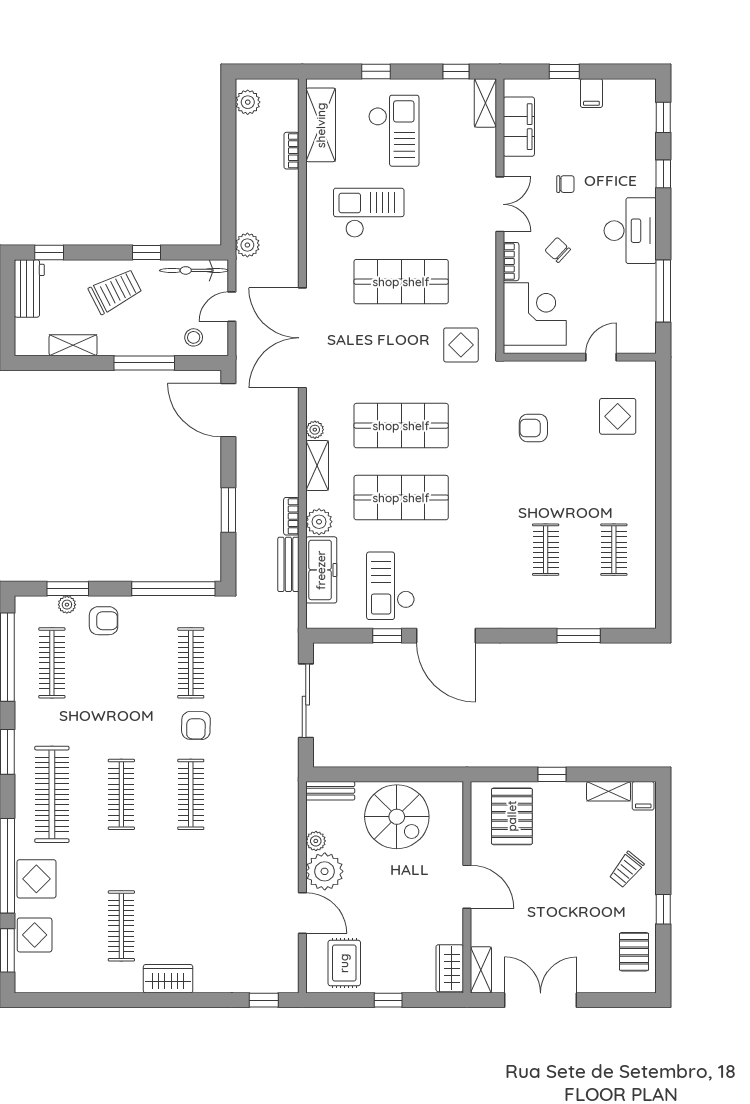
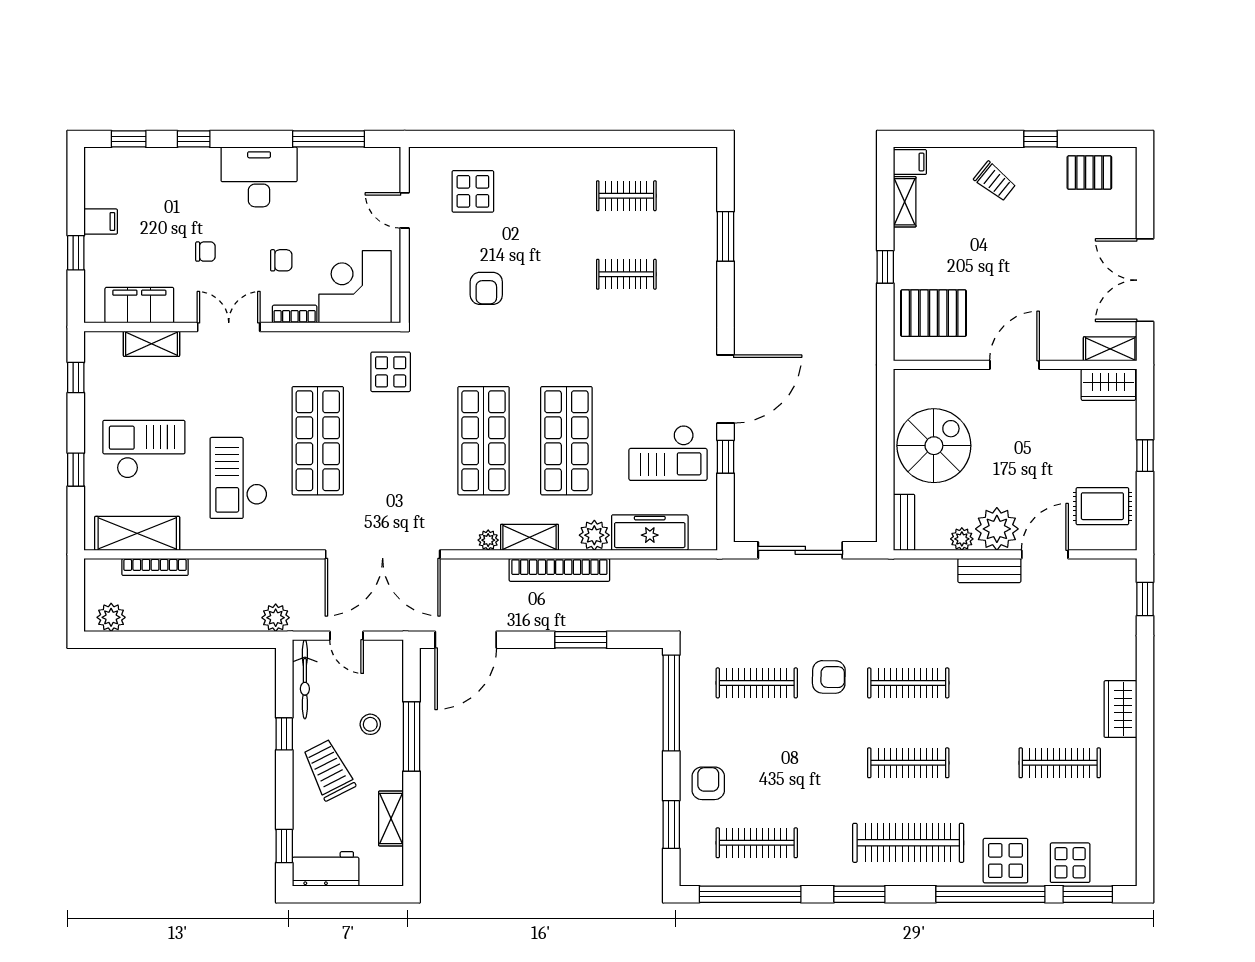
shelving: (485, 103) -> (151, 344), moved
bookcase: (291, 151) -> (155, 567), width x1.56
chair: (565, 184) -> (205, 252), turned 90
chair: (558, 250) -> (281, 260), turned -133
stool: (194, 337) -> (370, 724), moved
bookcase: (291, 516) -> (559, 570), width x2.31, depth x1.31
bench: (288, 564) -> (989, 570), moved
plant: (67, 605) -> (690, 826), removed

